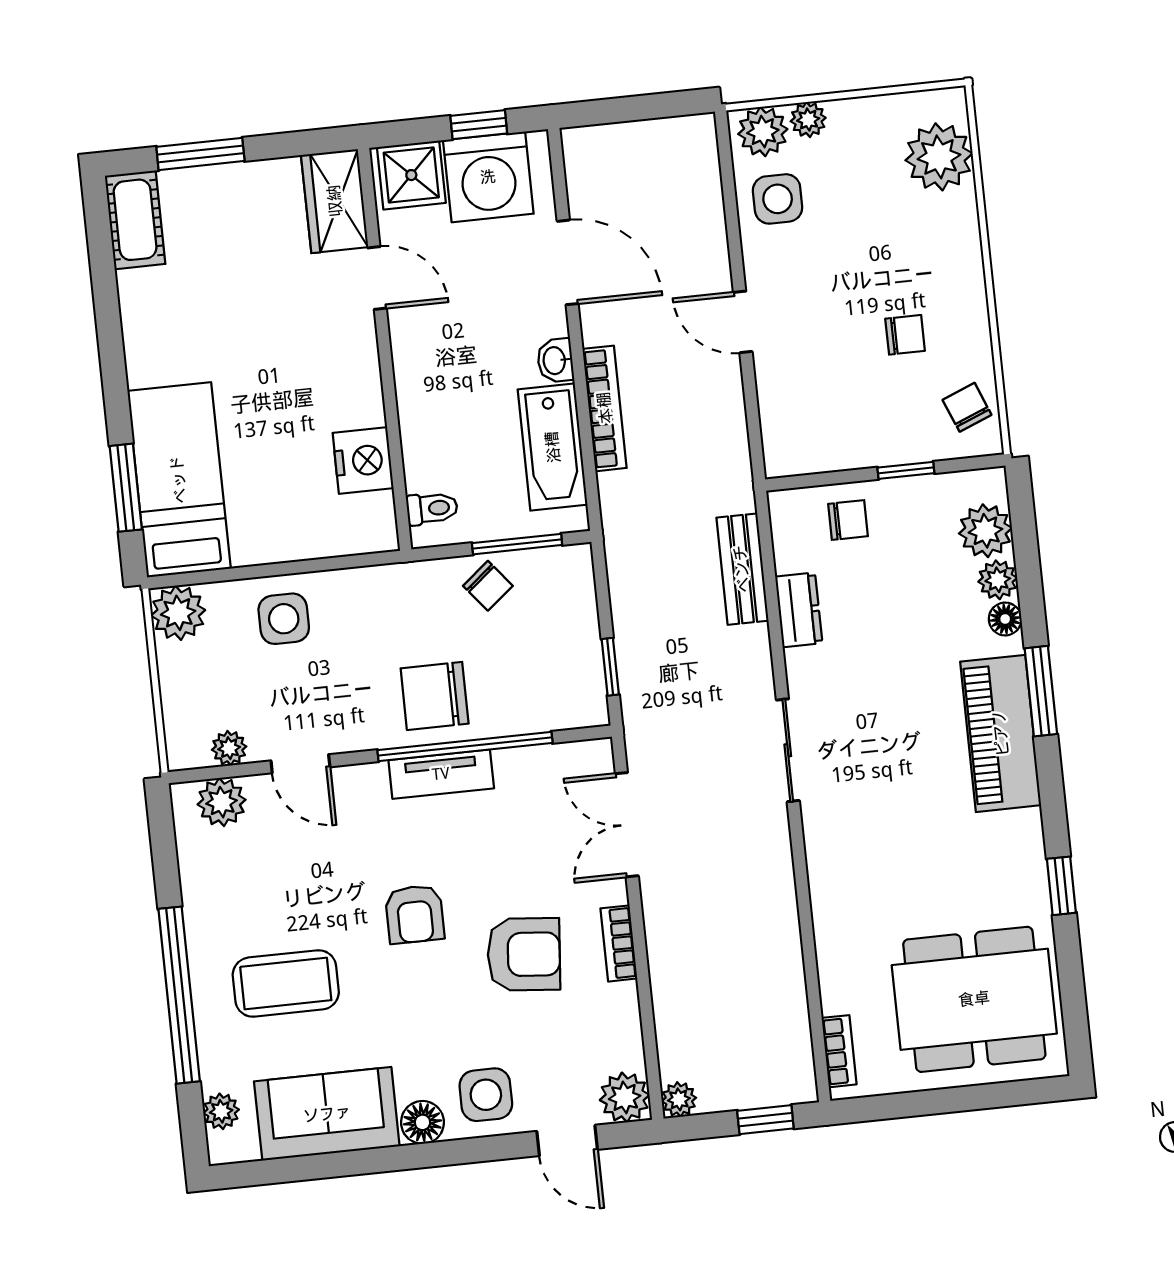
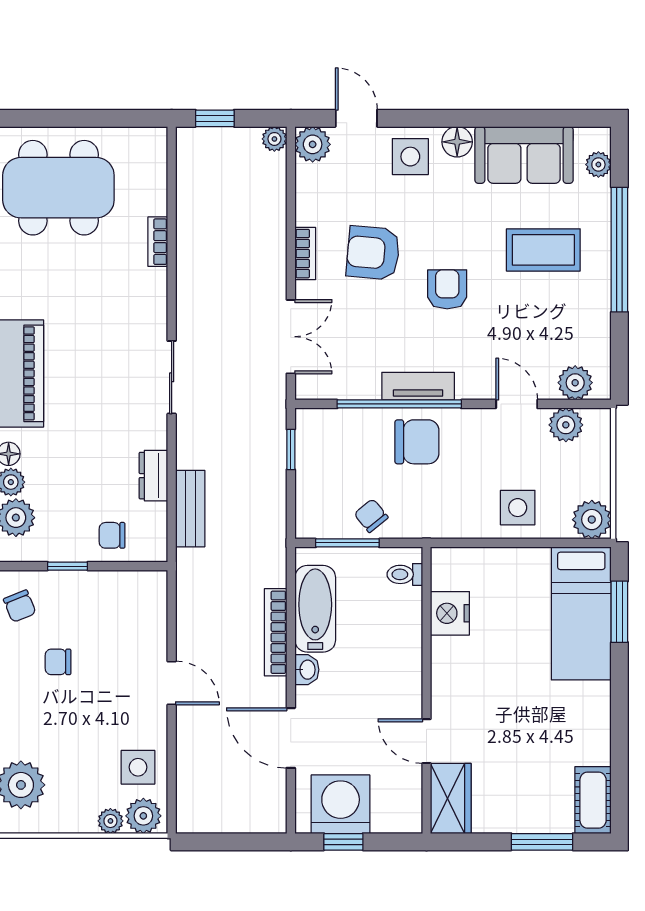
shower: (411, 175) -> (395, 811), removed
plant: (229, 748) -> (566, 425), width x1.38, depth x1.38
bookcase: (839, 1051) -> (158, 242), moved

